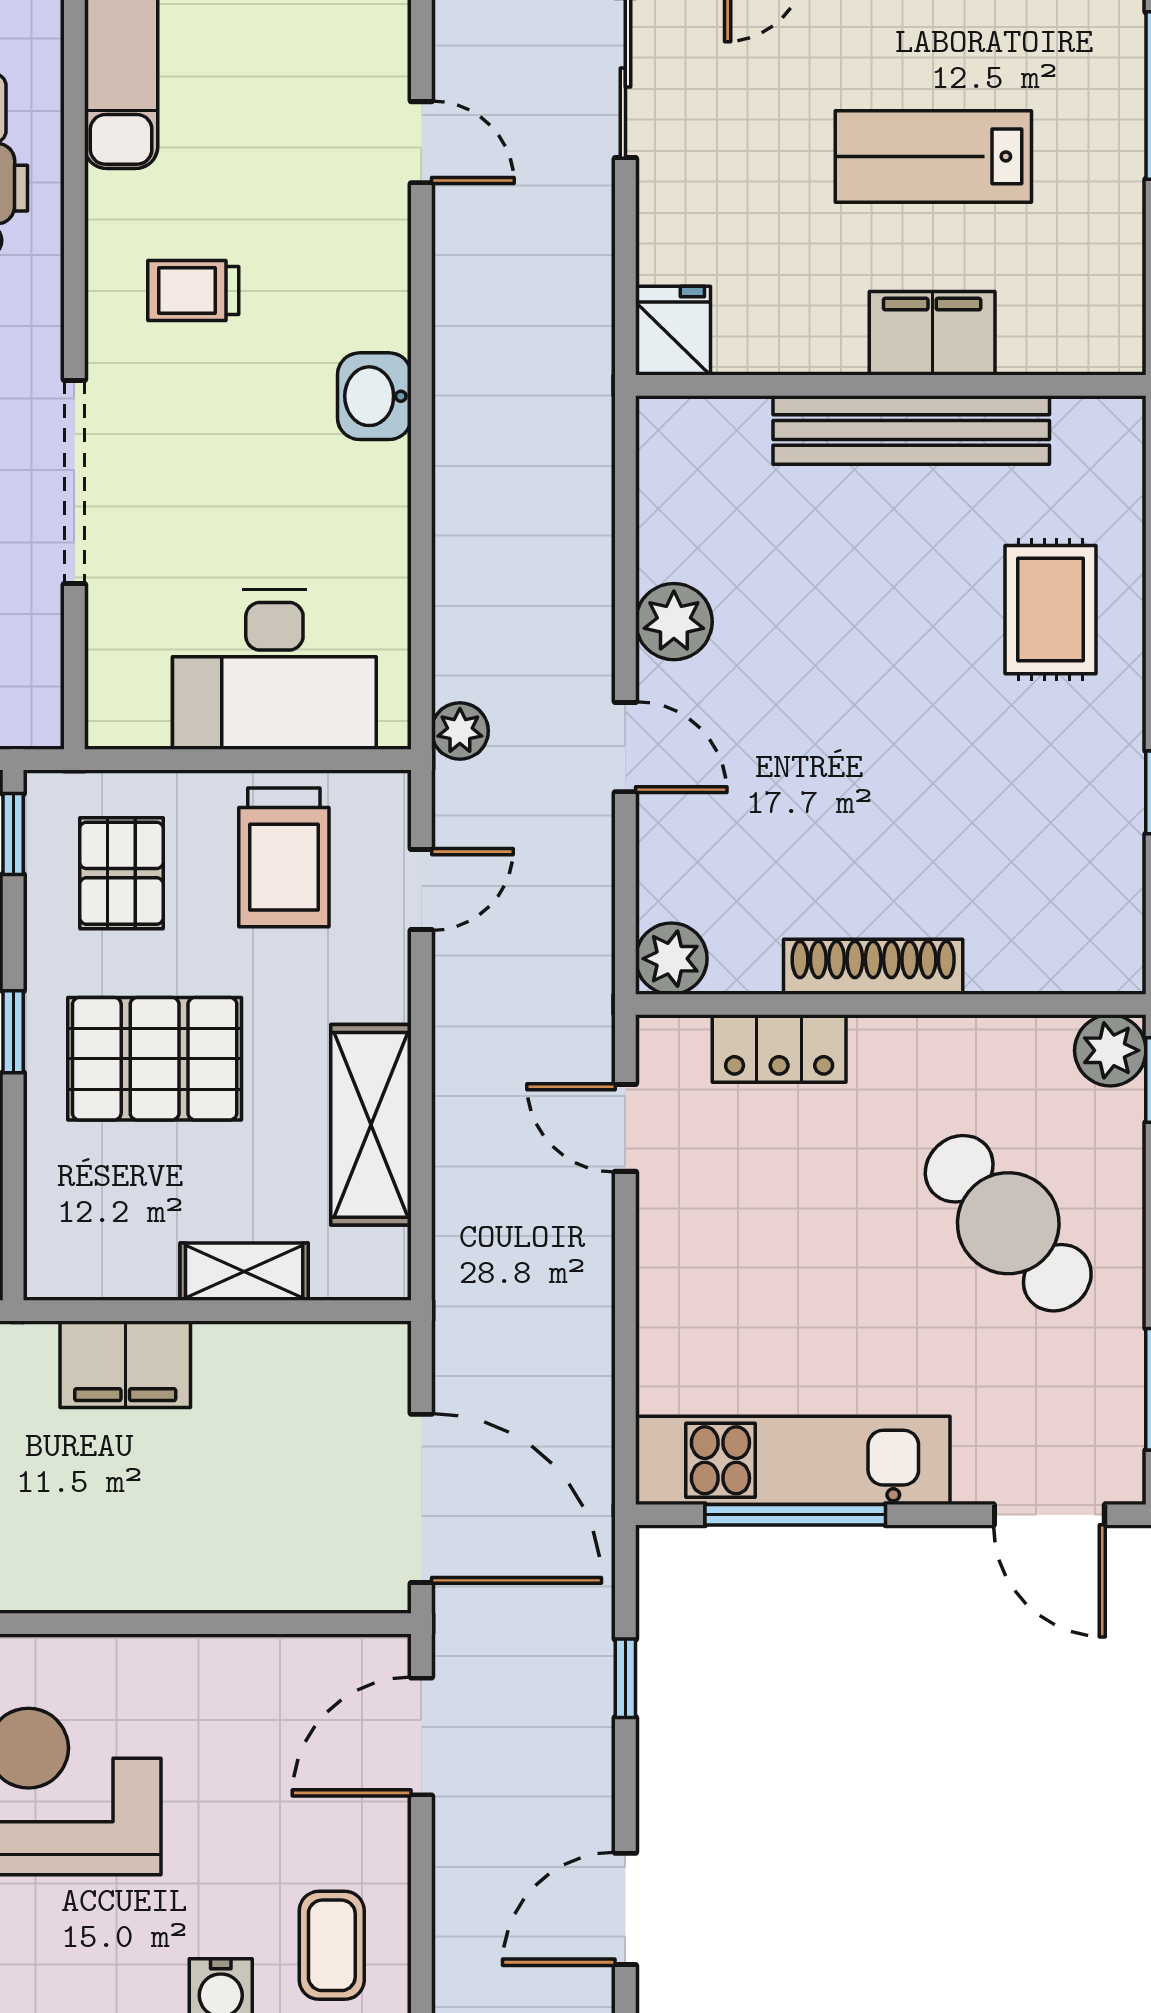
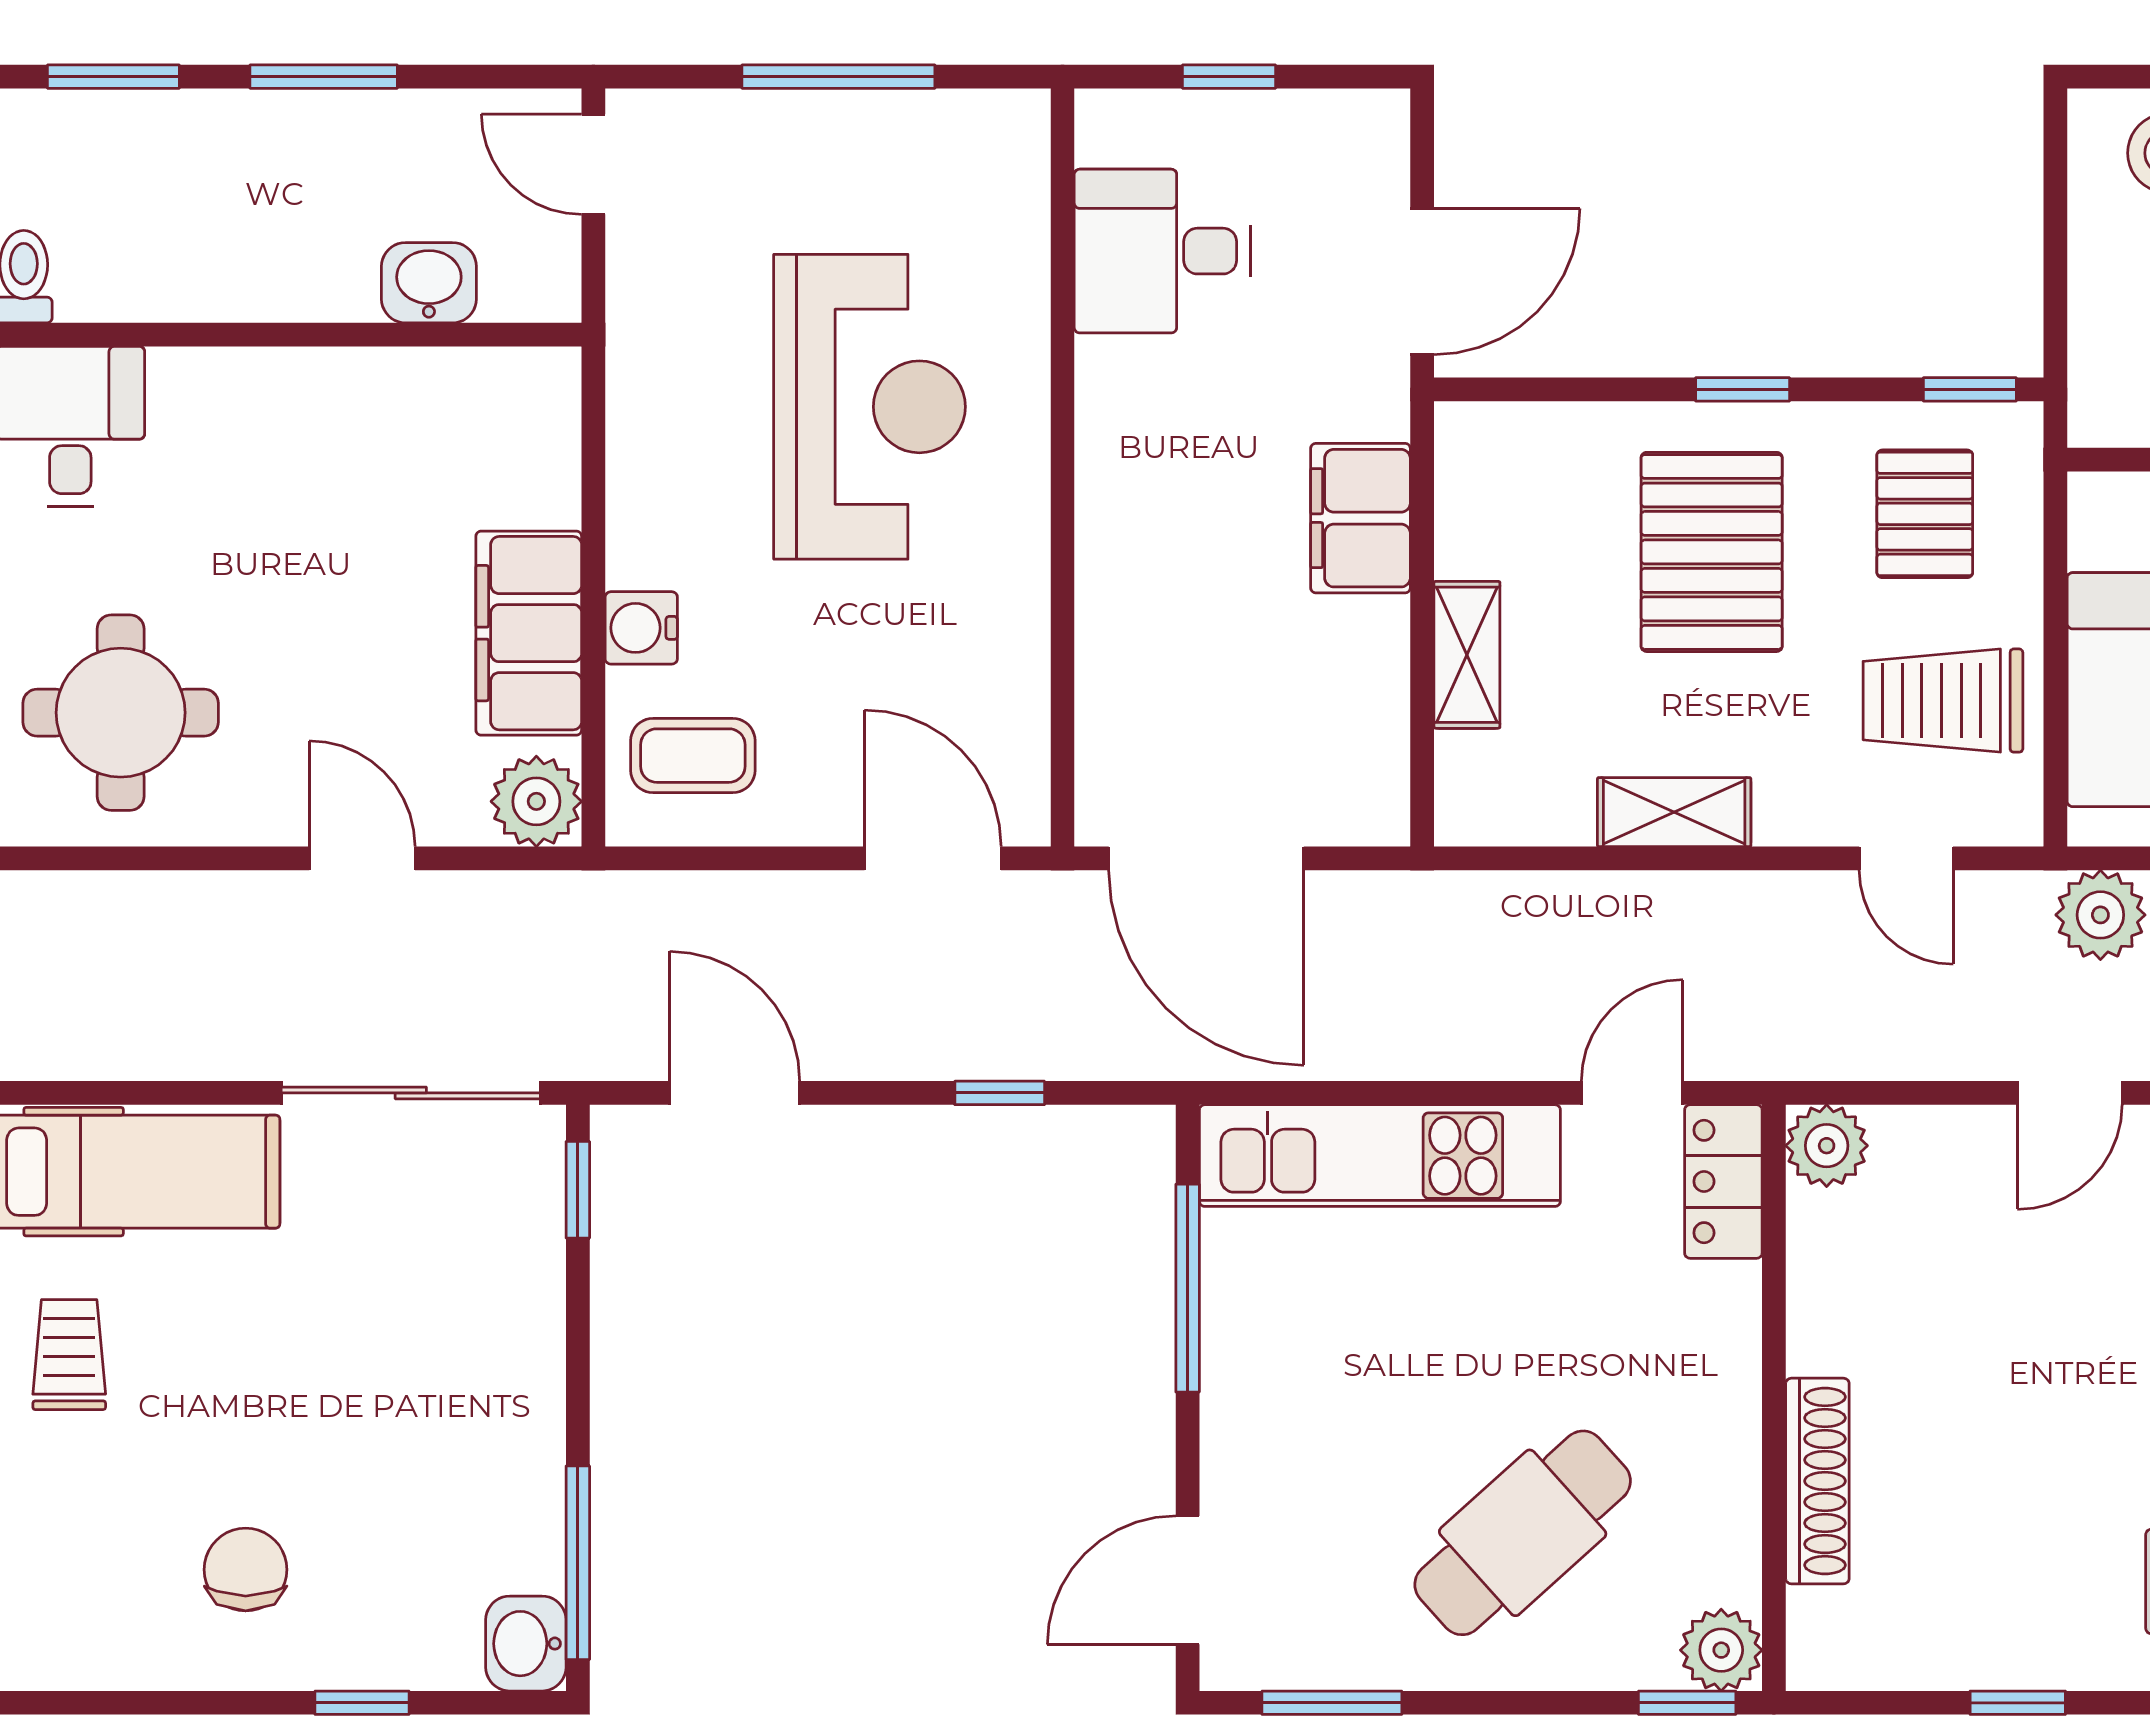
plant: (460, 731) -> (2100, 915), width x1.38, depth x1.38
pallet: (121, 873) -> (1925, 514), turned 90
shoe rack: (873, 967) -> (1817, 1481), moved
locker: (779, 1048) -> (1723, 1181), moved
shelving: (371, 1125) -> (1674, 812), width x0.67, depth x0.75
kitchen unit: (793, 1460) -> (1380, 1156), moved, turned 90
door: (421, 1498) -> (1206, 858), hinge flipped

